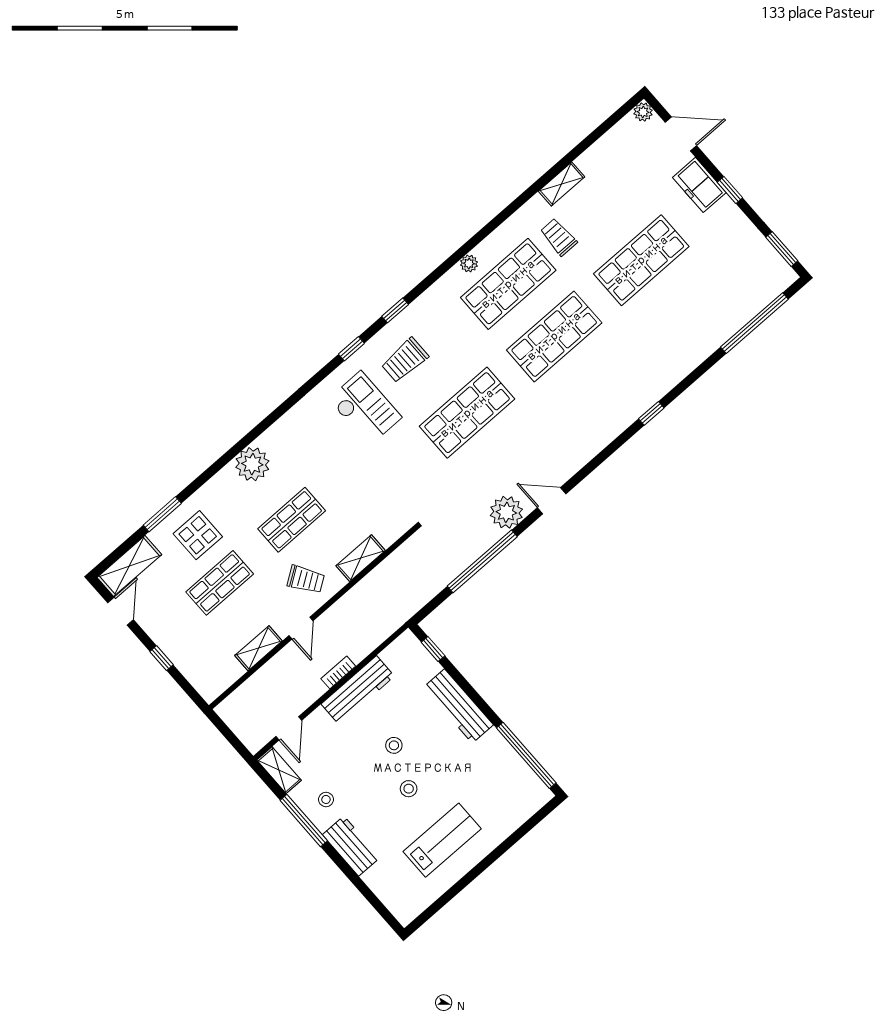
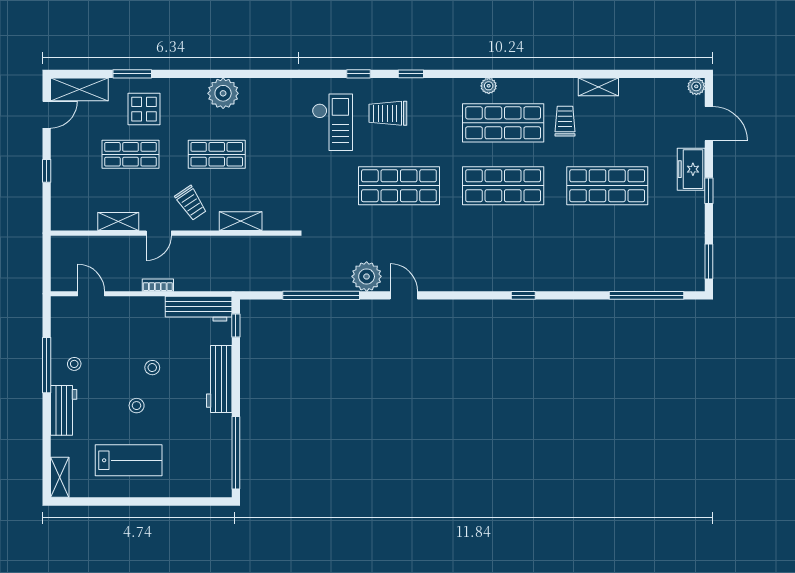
workbench: (358, 690) -> (199, 309), moved
door: (289, 728) -> (91, 294), swing flipped
shelving: (279, 770) -> (60, 477), moved

